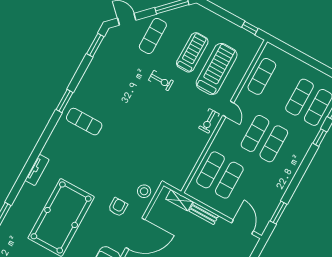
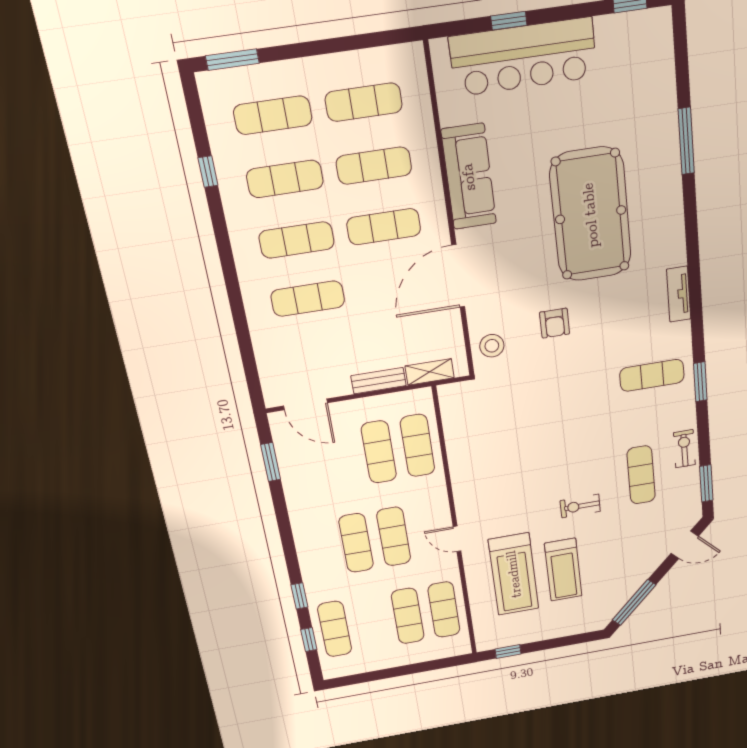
exercise mat: (153, 36) -> (641, 475), moved
exercise mat: (299, 97) -> (408, 616), moved
exercise bike: (209, 121) -> (684, 449), moved
tv unit: (37, 170) -> (679, 294), moved
armchair: (118, 207) -> (555, 323), moved

